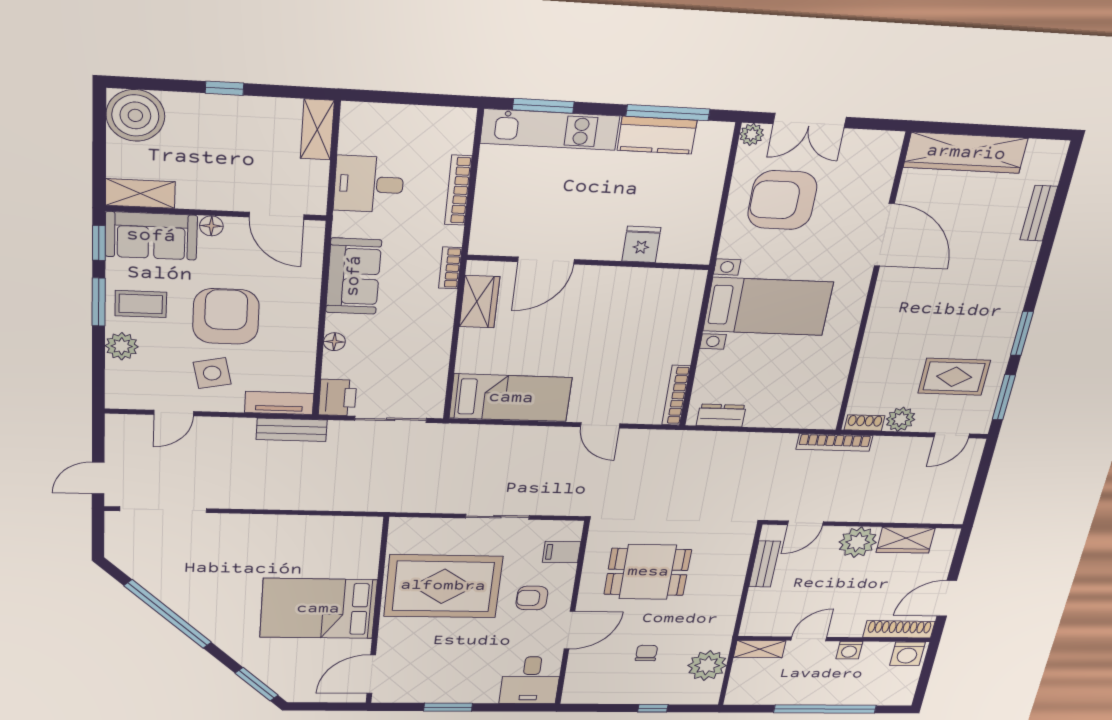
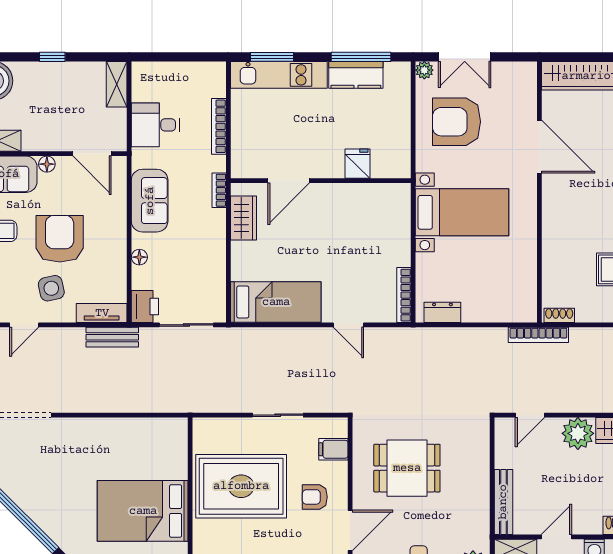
plant: (901, 419) -> (588, 311), removed
bench: (765, 564) -> (503, 502), moved, width x1.36

